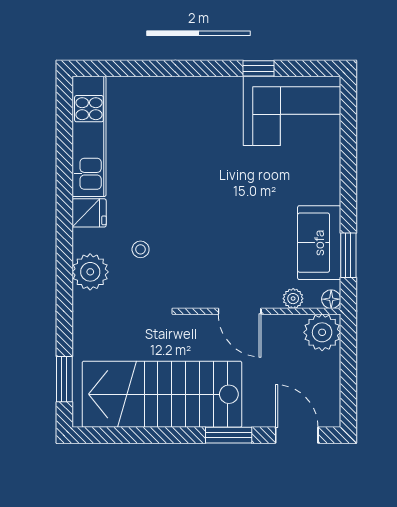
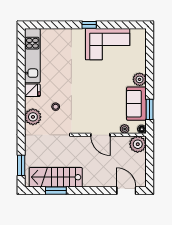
window: (258, 68) -> (89, 25), moved
corner sofa: (292, 111) -> (108, 44), moved
plant: (326, 189) -> (140, 79), added
stairs: (162, 394) -> (56, 177), width x0.73, depth x0.66
window: (229, 435) -> (56, 191), moved

